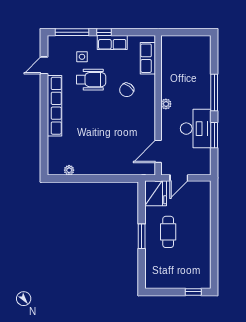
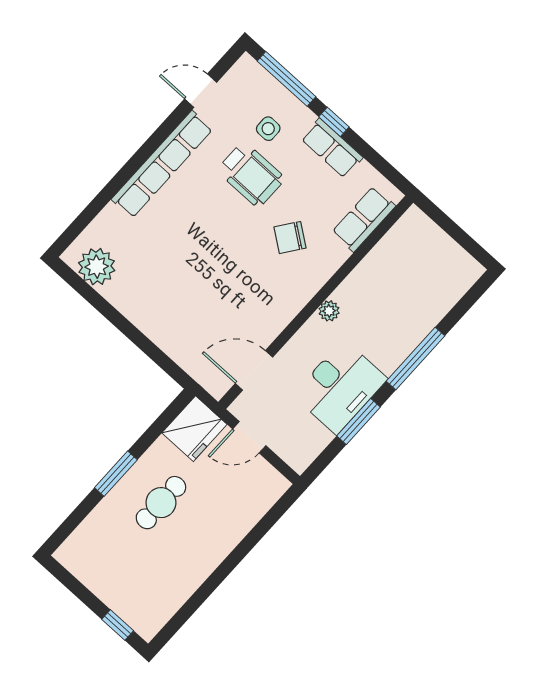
plant: (69, 170) -> (97, 267), width x1.87, depth x1.87

